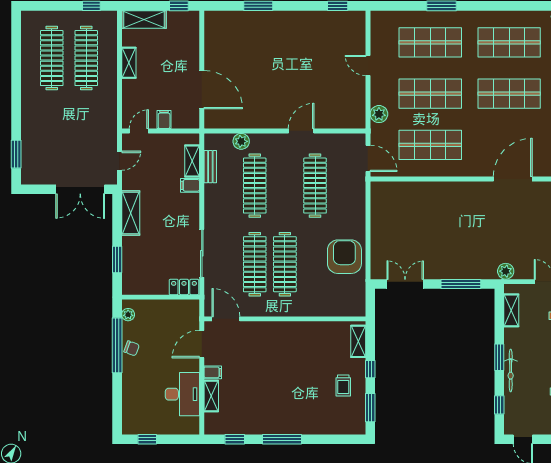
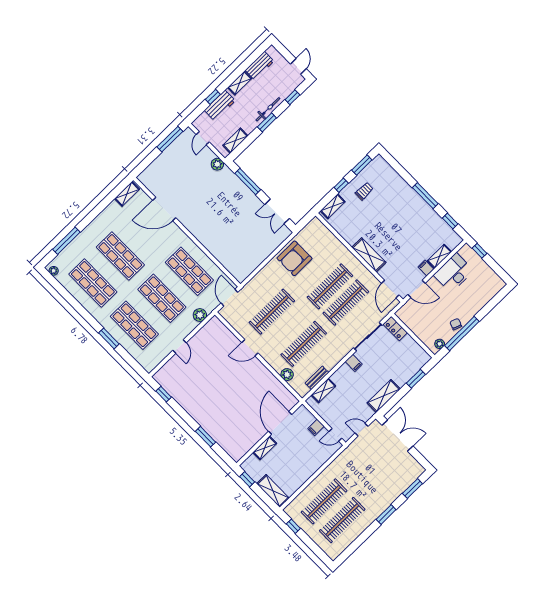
shelving: (129, 63) -> (265, 448), moved
window: (16, 105) -> (386, 514), added
filing cabinet: (190, 185) -> (354, 363), moved
shelving: (278, 330) -> (369, 255), added
window: (147, 439) -> (479, 251), moved

